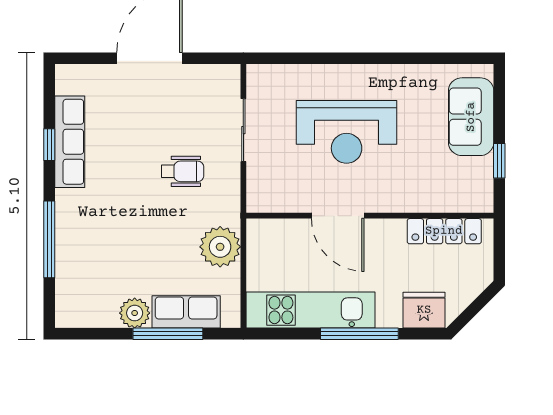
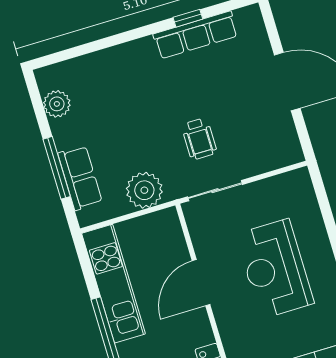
sliding door: (243, 130) -> (215, 191), moved
window: (49, 239) -> (107, 42), removed
plant: (135, 313) -> (57, 104), moved

